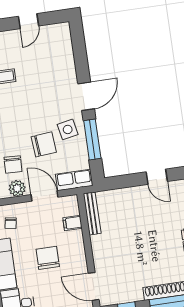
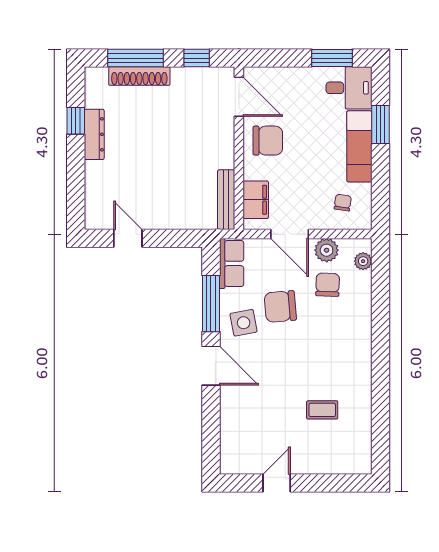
door: (86, 96) -> (211, 366), swing flipped
row of seats: (74, 180) -> (232, 263), moved, turned -90
filing cabinet: (72, 223) -> (256, 200), width x2.00
chair: (48, 258) -> (268, 141), moved, turned -90

